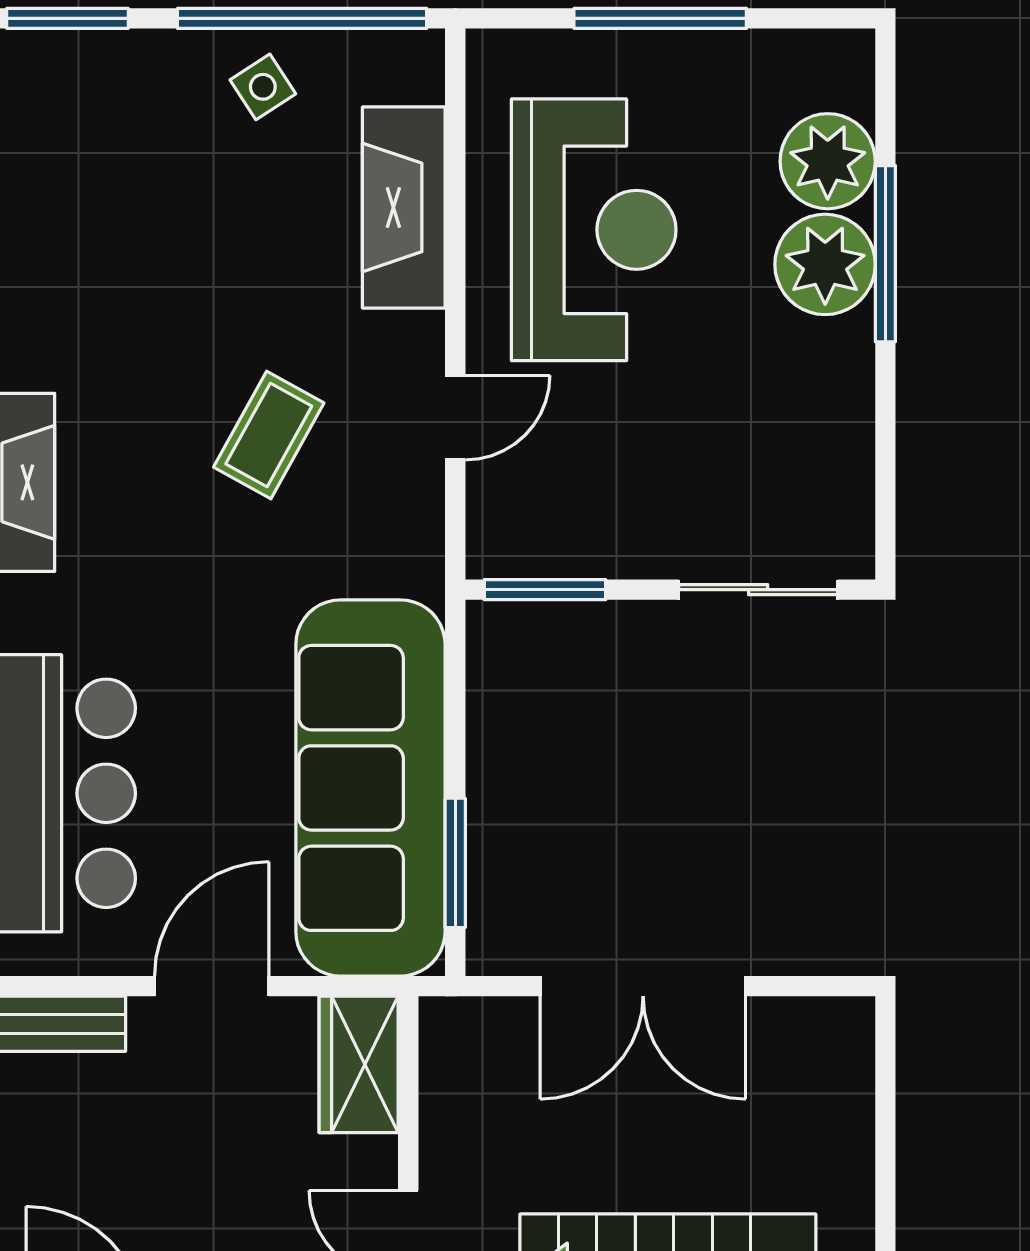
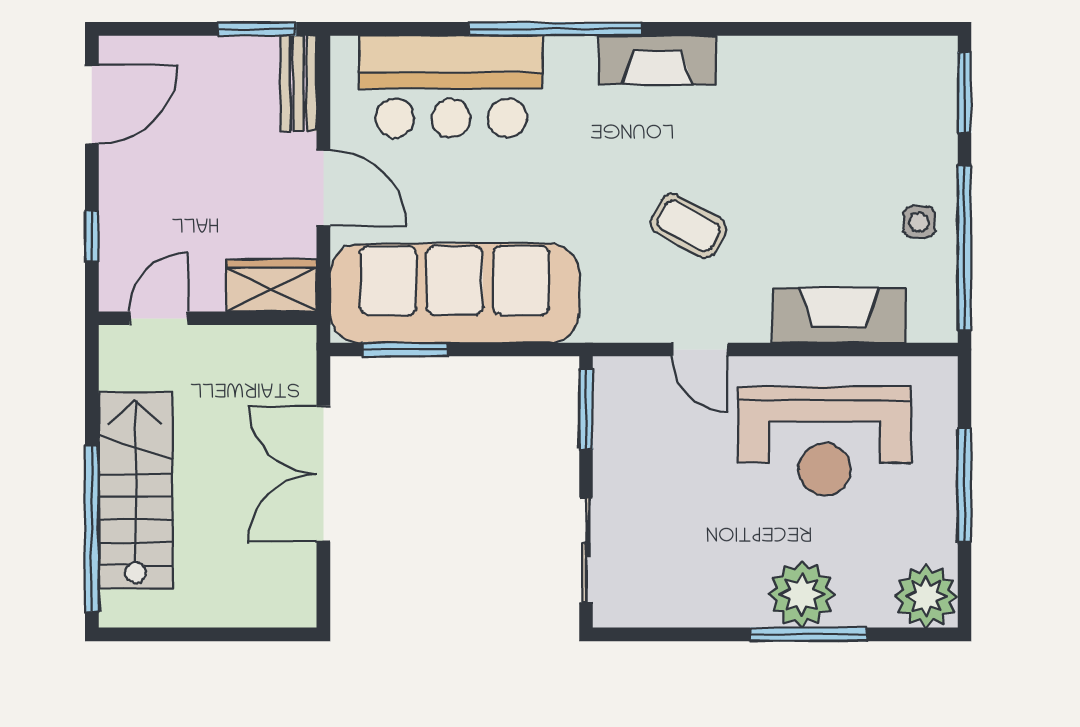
side table: (263, 87) -> (919, 222), turned 33
plant: (828, 161) -> (926, 596), moved

